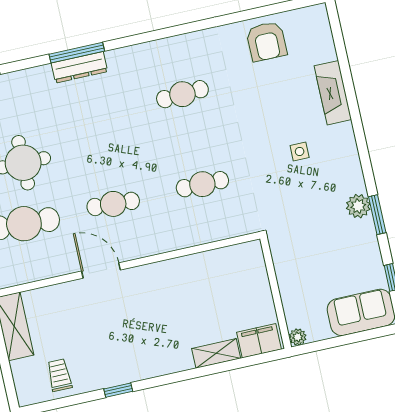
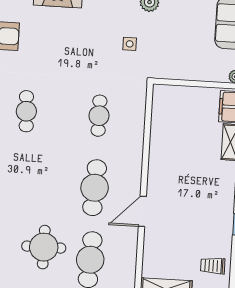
side table: (300, 151) -> (130, 44), moved
cafe table: (113, 204) -> (95, 188), width x1.37, depth x1.35

